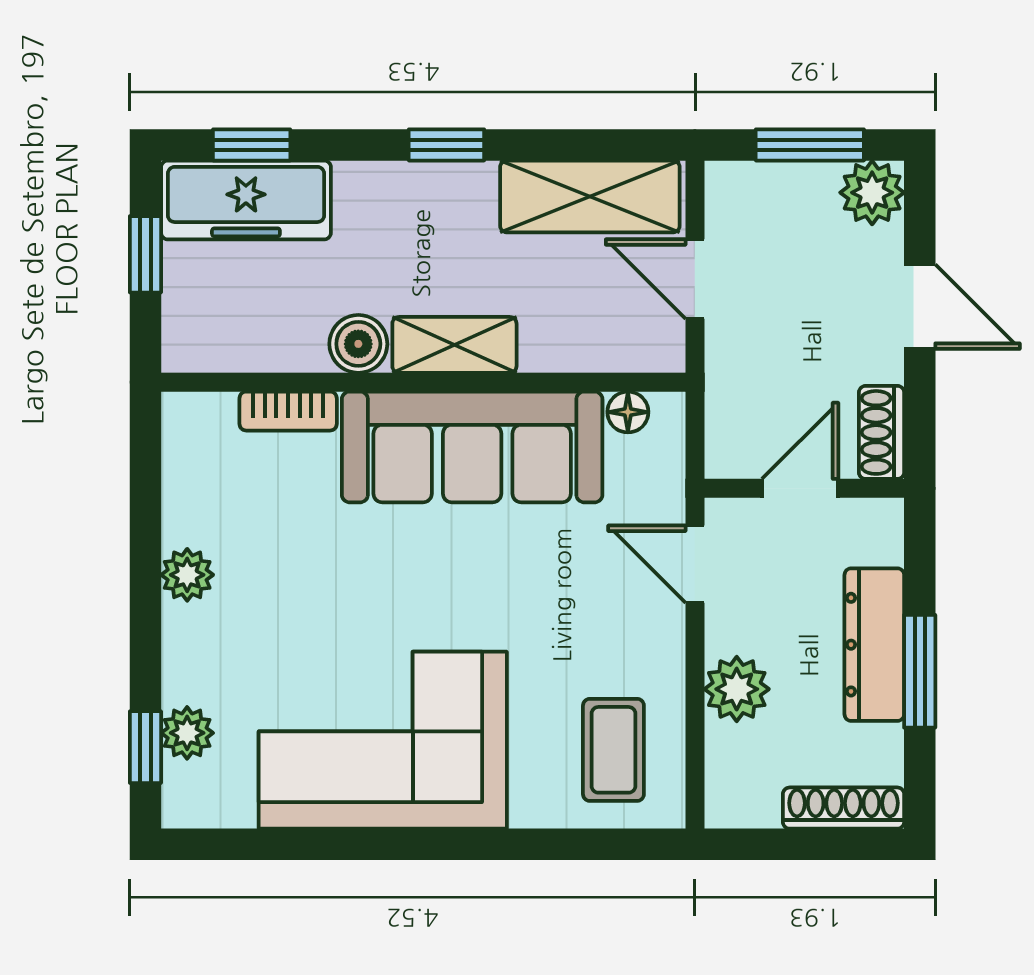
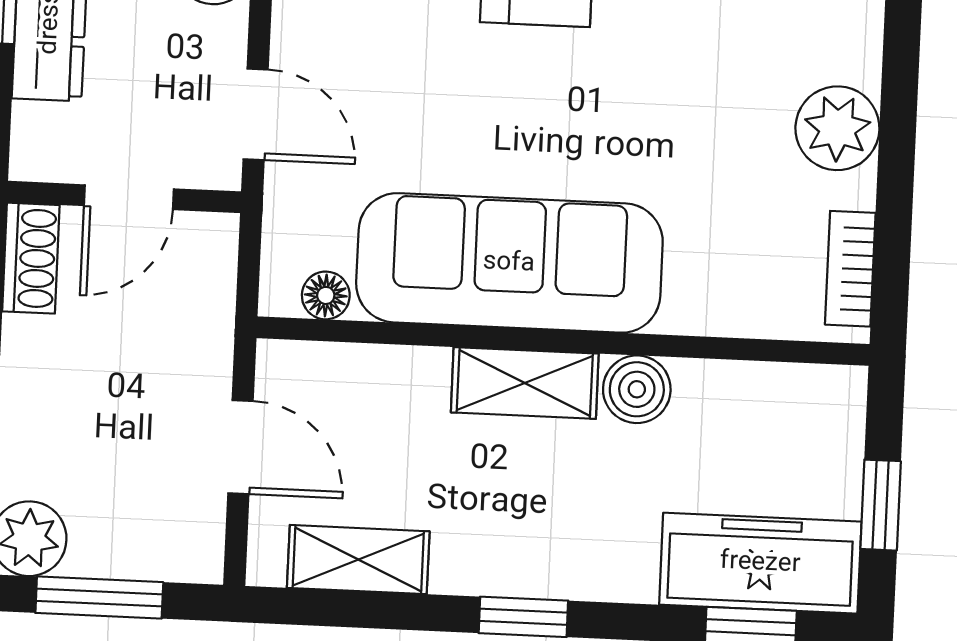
shelving: (590, 196) -> (358, 560), width x0.67, depth x0.75
bookcase: (288, 411) -> (850, 269), moved, turned -90
plant: (187, 575) -> (837, 128), width x1.38, depth x1.38

